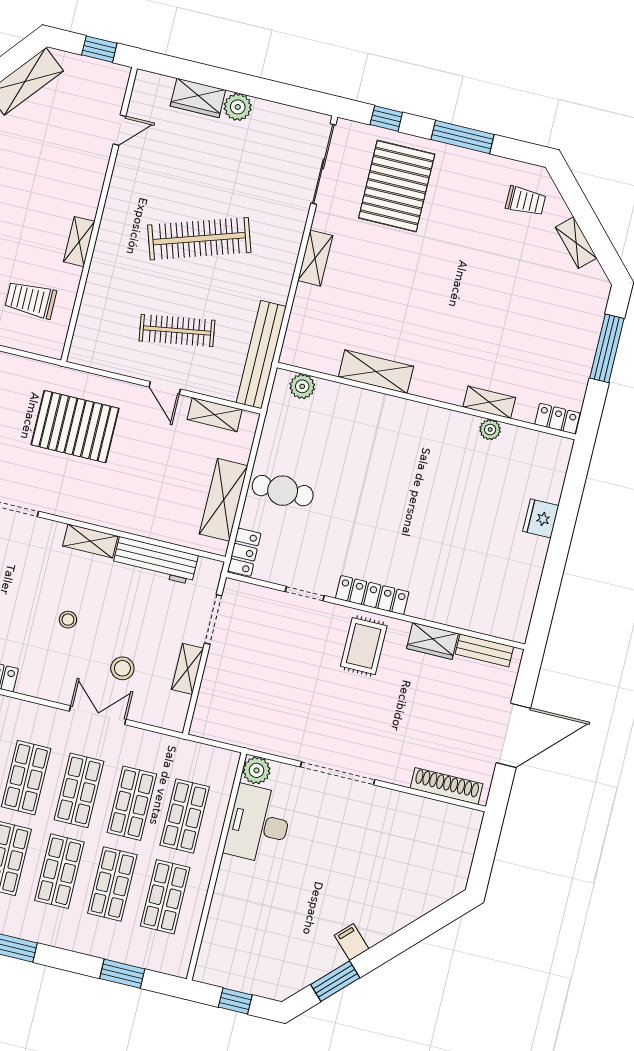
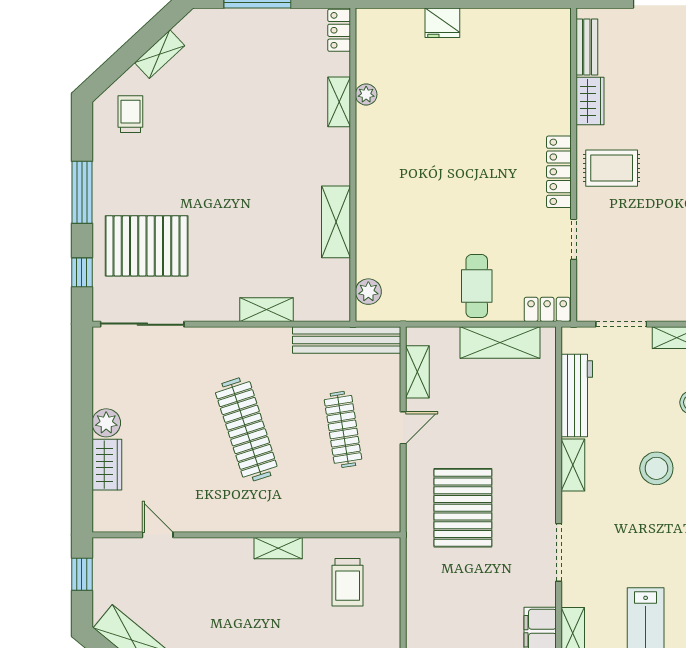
shelving: (315, 258) -> (267, 310), moved
stool: (68, 620) -> (656, 468), width x1.89, depth x1.89

